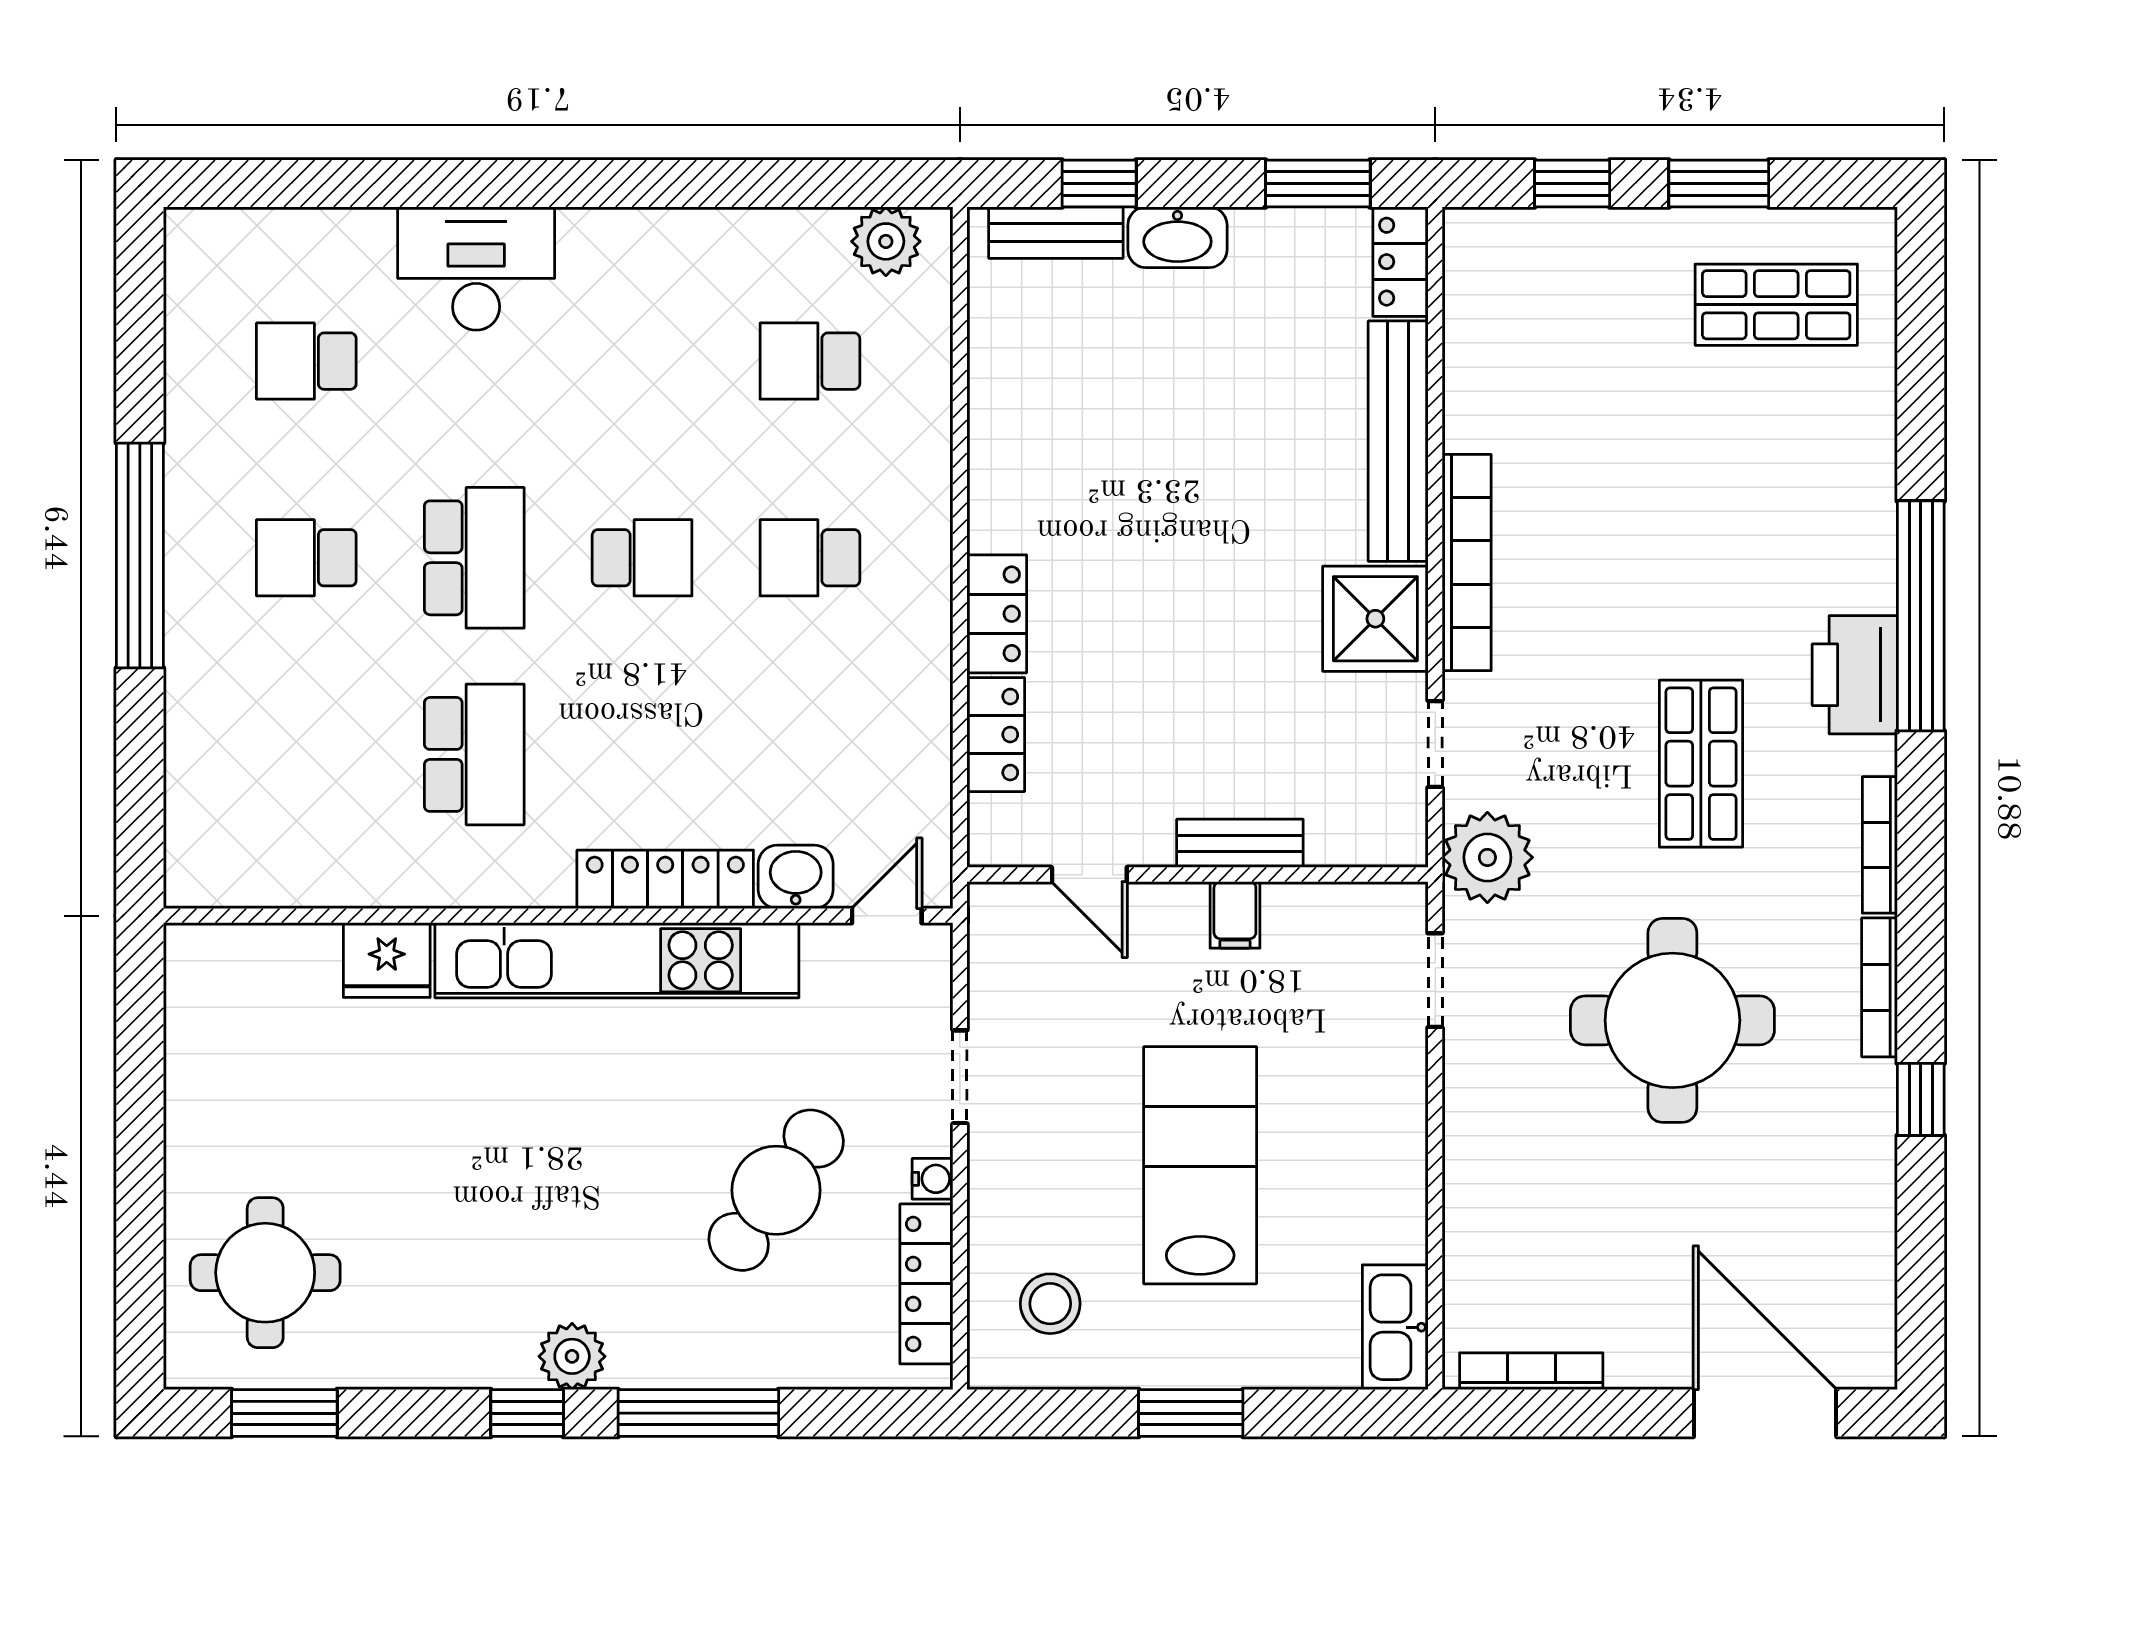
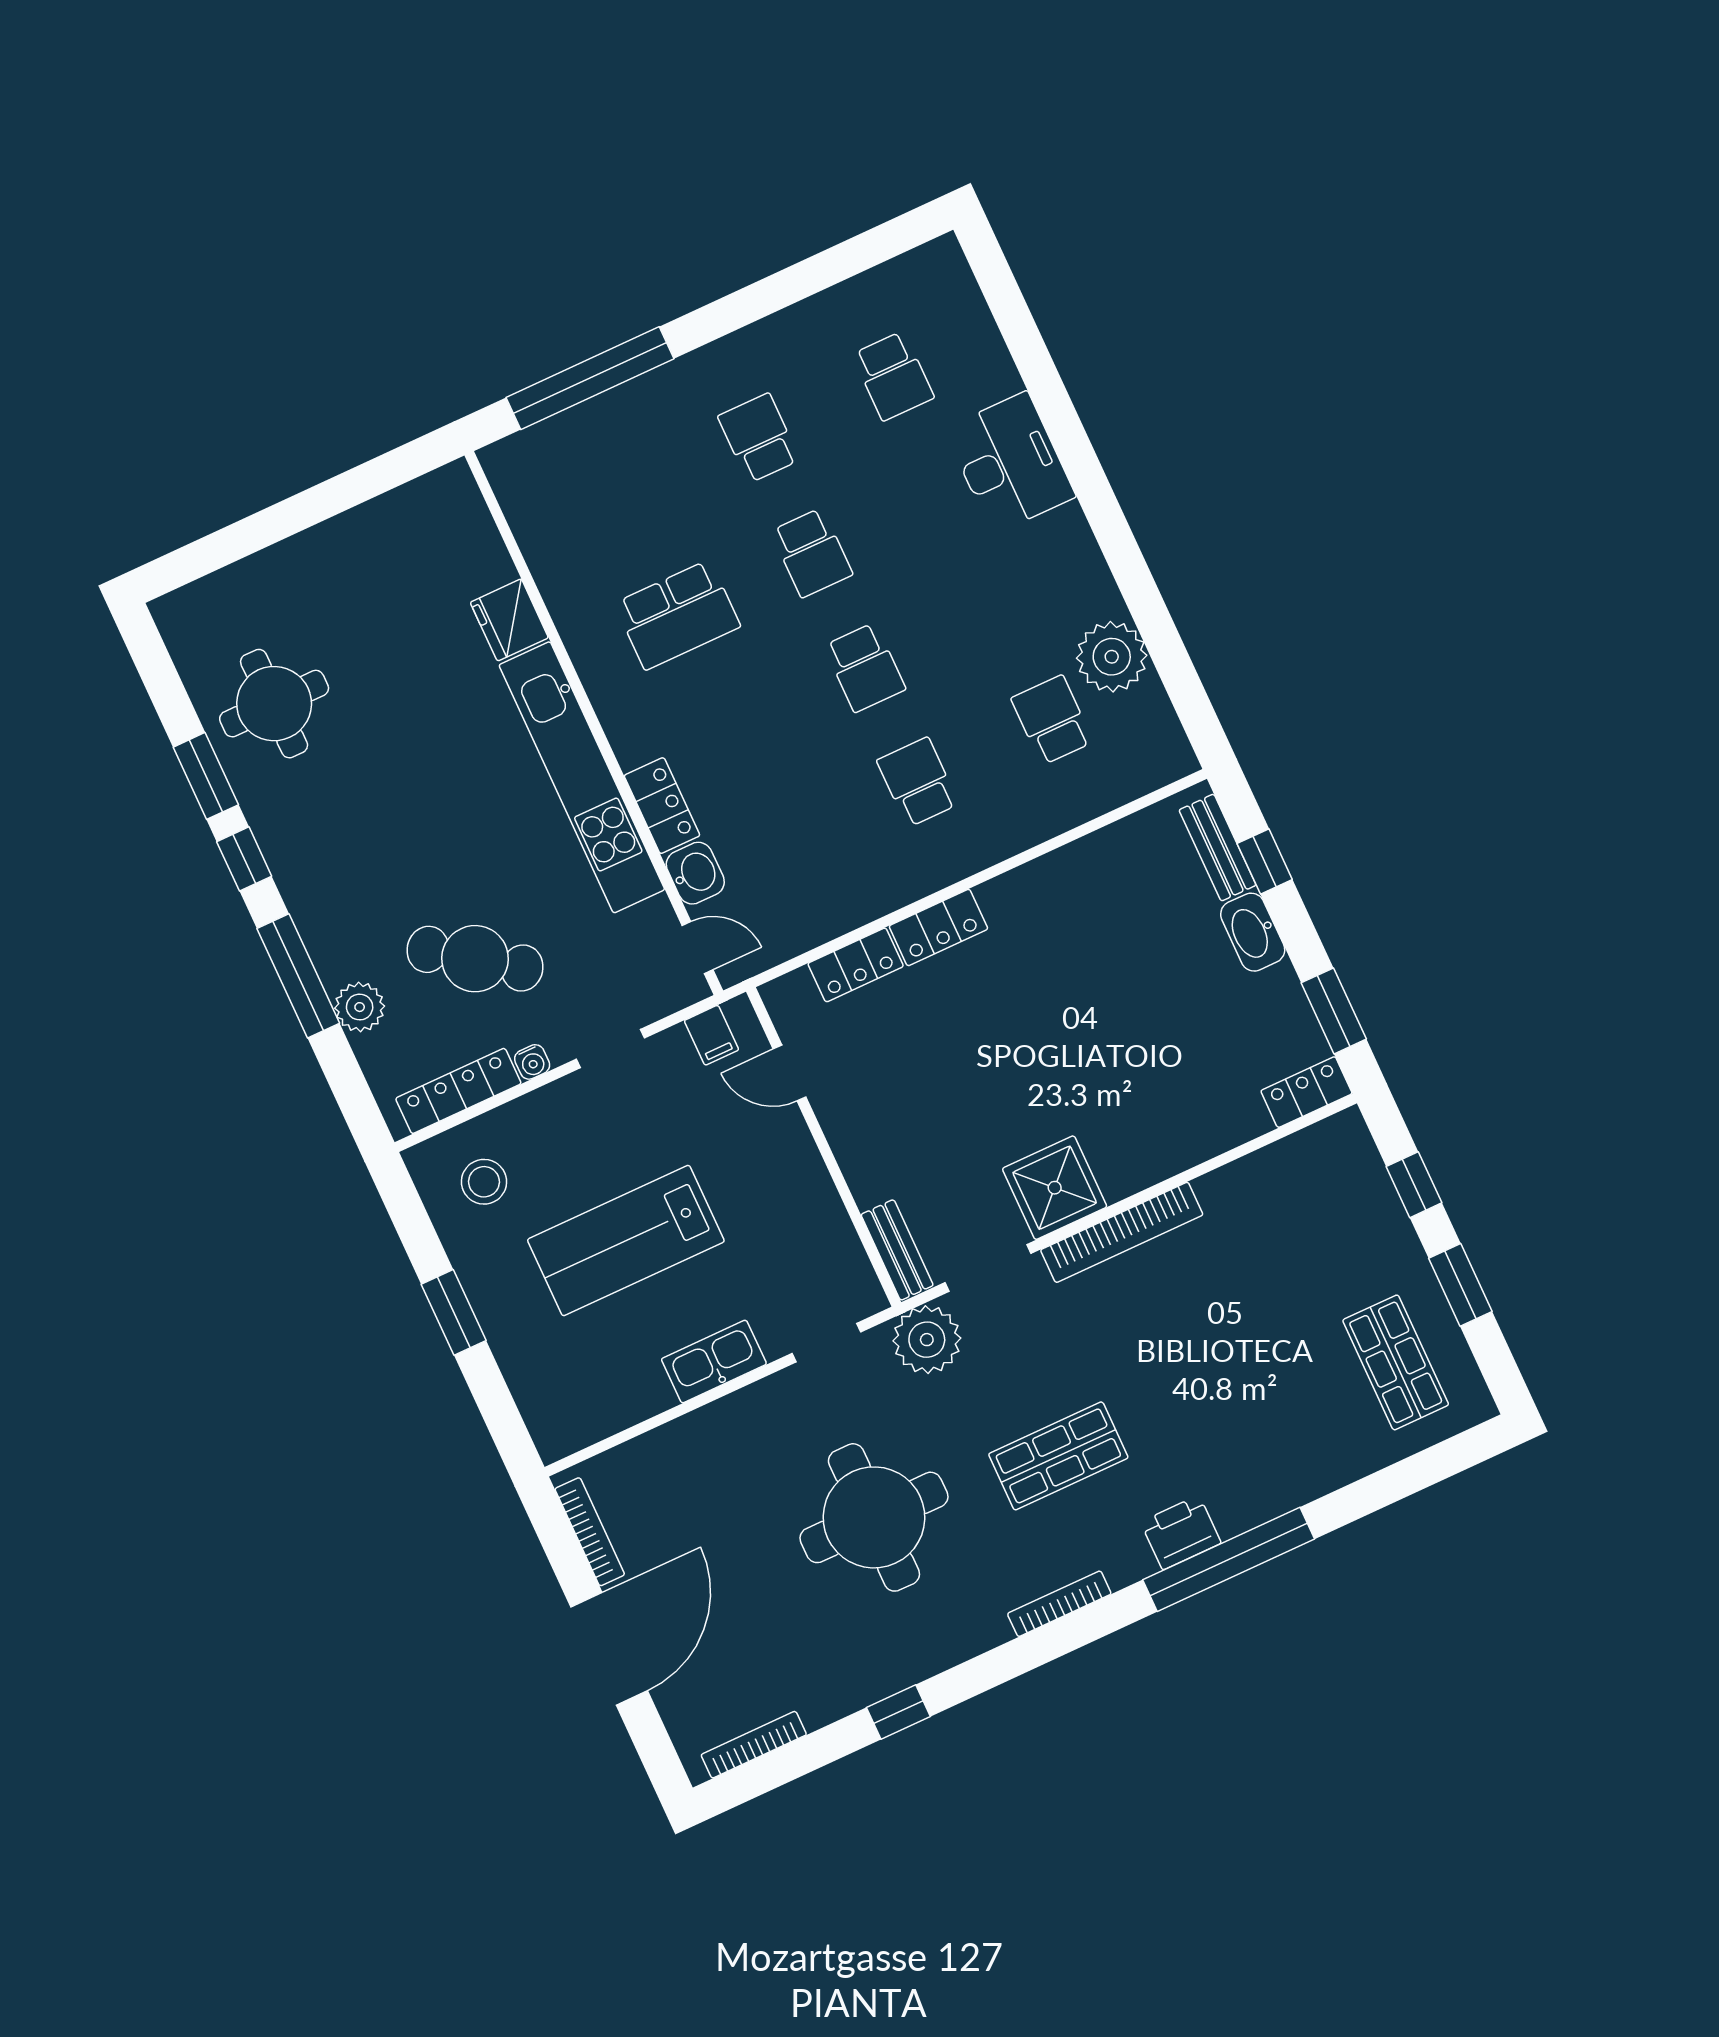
plant: (886, 241) -> (1112, 657), moved, width x1.36, depth x1.36
school desk: (306, 361) -> (893, 376), turned 180
bench: (1398, 441) -> (1183, 1147), removed
window: (140, 555) -> (590, 378), moved
school desk: (474, 558) -> (812, 553), width x0.54
printer: (1855, 675) -> (1181, 1533), width x0.73, depth x0.84
doorway: (1435, 744) -> (988, 1268), width x1.38
bench: (1240, 843) -> (897, 1250), moved
door: (1089, 875) -> (790, 1073), hinge flipped
locker: (665, 879) -> (662, 806), width x0.66
filing cabinet: (1235, 915) -> (711, 1035), moved, turned -90
bookcase: (1880, 987) -> (754, 1745), moved
lab bench: (1200, 1165) -> (626, 1241), turned 180
round table: (265, 1273) -> (274, 704), moved
kitchen sink: (1395, 1327) -> (714, 1362), moved
plant: (572, 1356) -> (360, 1007), moved
window: (284, 1413) -> (206, 776), moved
door: (1765, 1413) -> (609, 1649), moved

